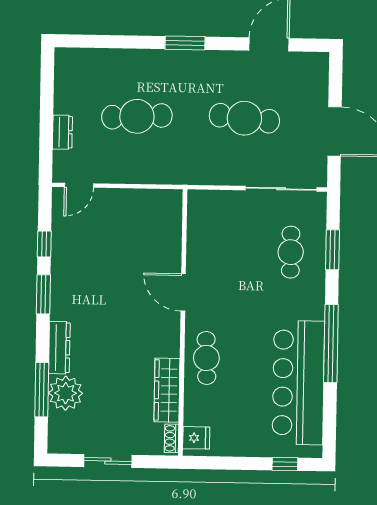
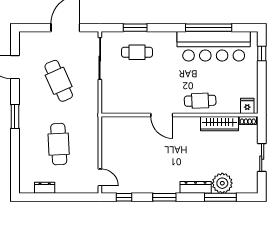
cafe table: (244, 118) -> (59, 81), turned -30
dresser: (62, 132) -> (45, 188), moved
window: (44, 244) -> (124, 197), moved
door: (183, 292) -> (162, 115), hinge flipped
window: (331, 343) -> (209, 28), moved

